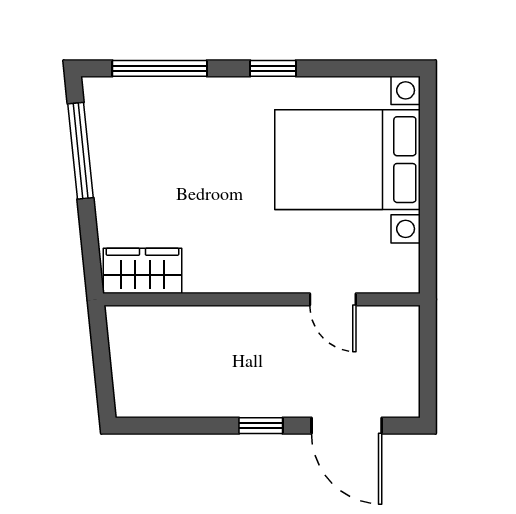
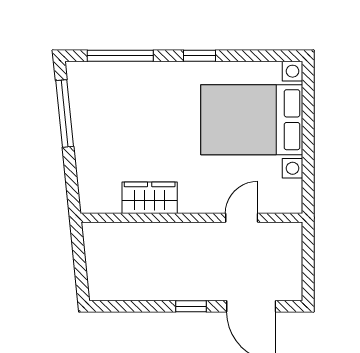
wardrobe: (142, 271) -> (150, 198), moved
door: (333, 299) -> (242, 218), swing flipped

